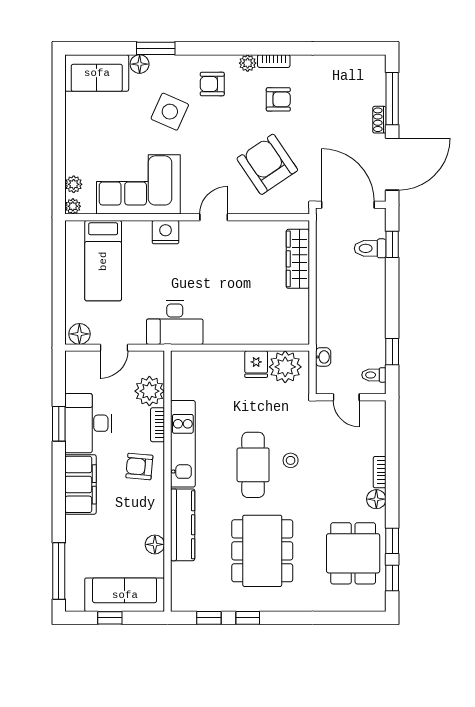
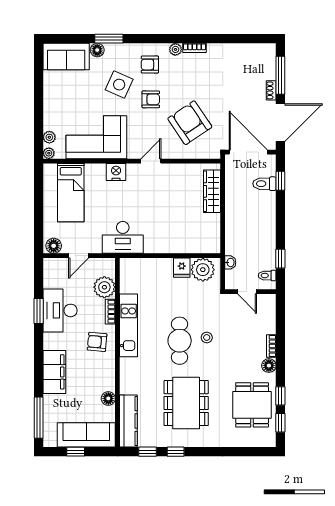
armchair: (278, 99) -> (151, 99), moved
filing cabinet: (80, 484) -> (54, 372), moved
kitchen counter: (183, 525) -> (128, 421), moved

